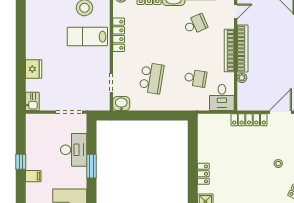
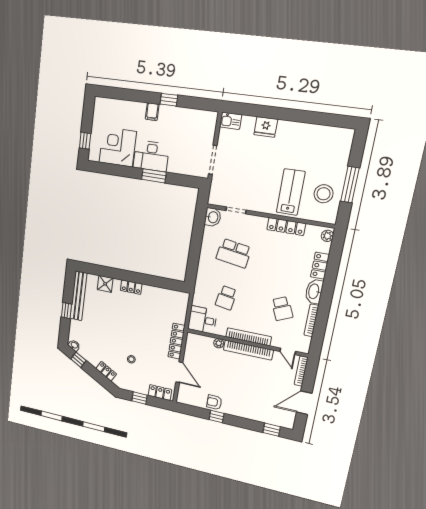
desk: (74, 150) -> (151, 156), moved

